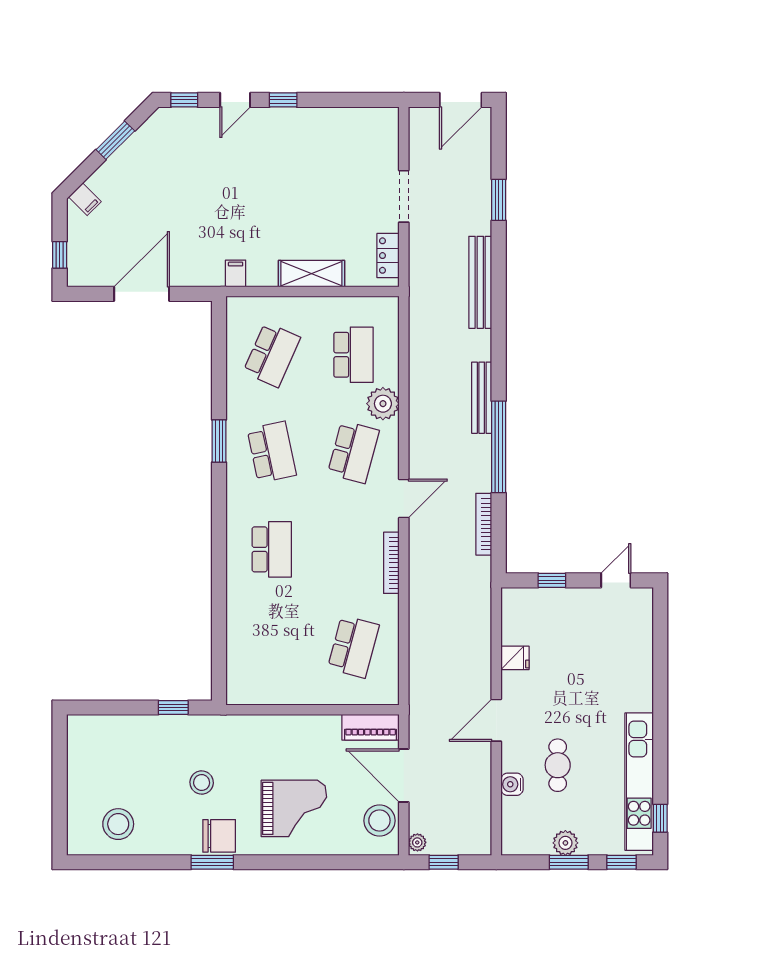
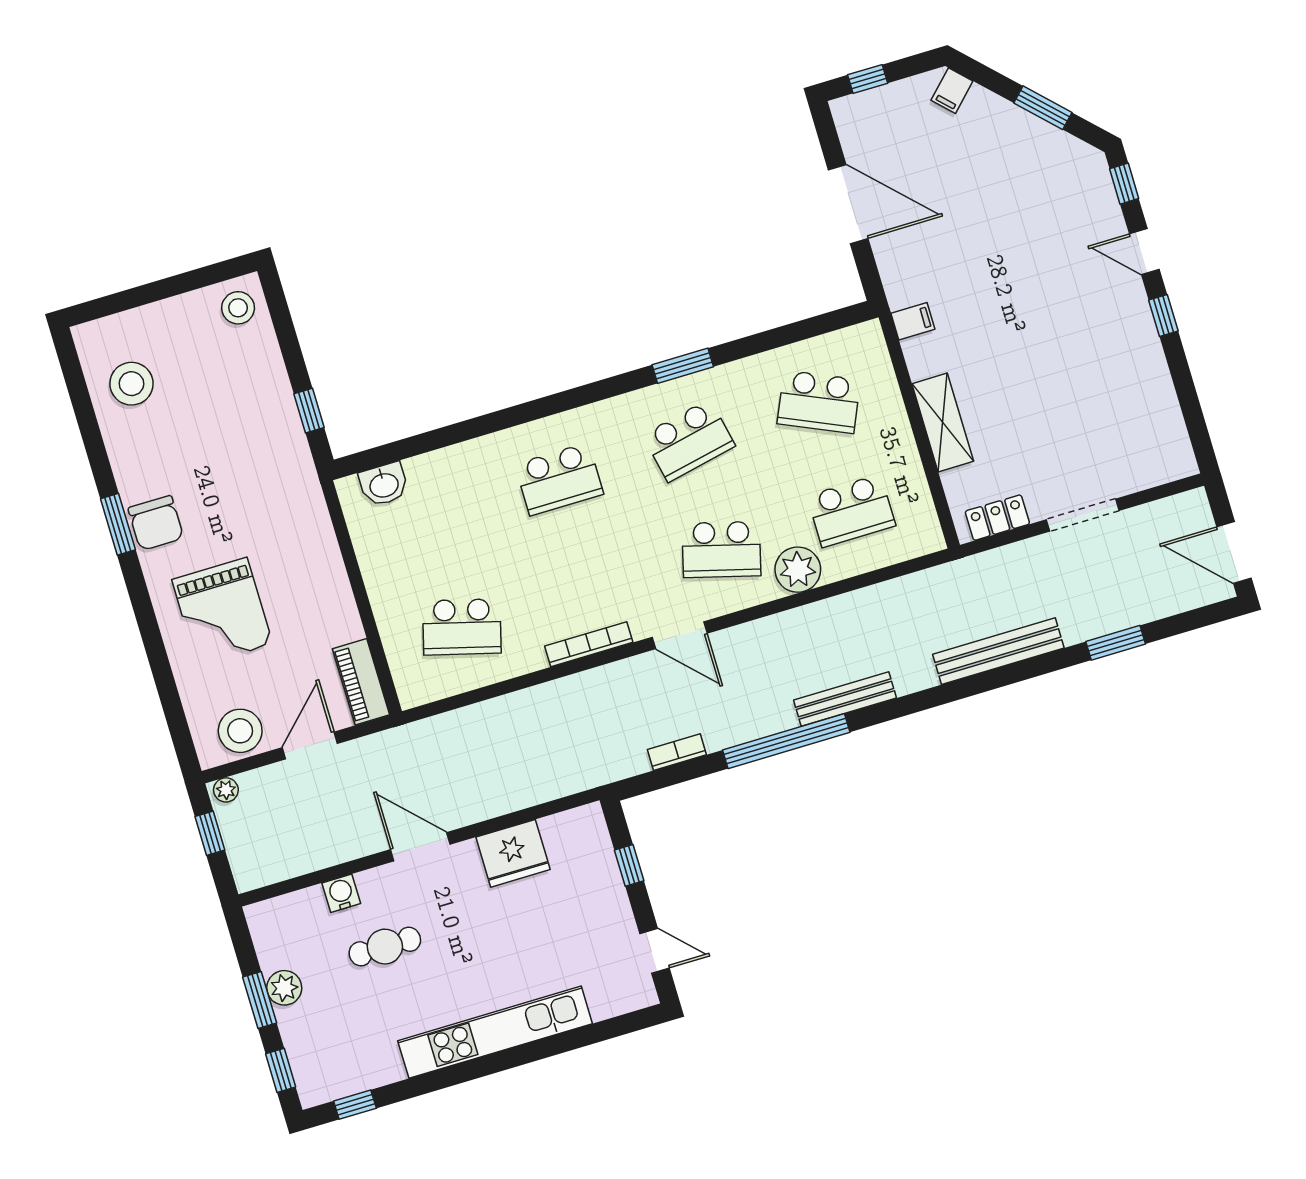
bookcase: (484, 524) -> (677, 752), width x0.64
fridge: (515, 658) -> (513, 853), width x1.88, depth x1.34
washbasin: (239, 671) -> (384, 484), added
door: (404, 776) -> (310, 745), width x0.73
stool: (202, 782) -> (238, 308), moved
kitchen unit: (639, 782) -> (495, 1032), moved

